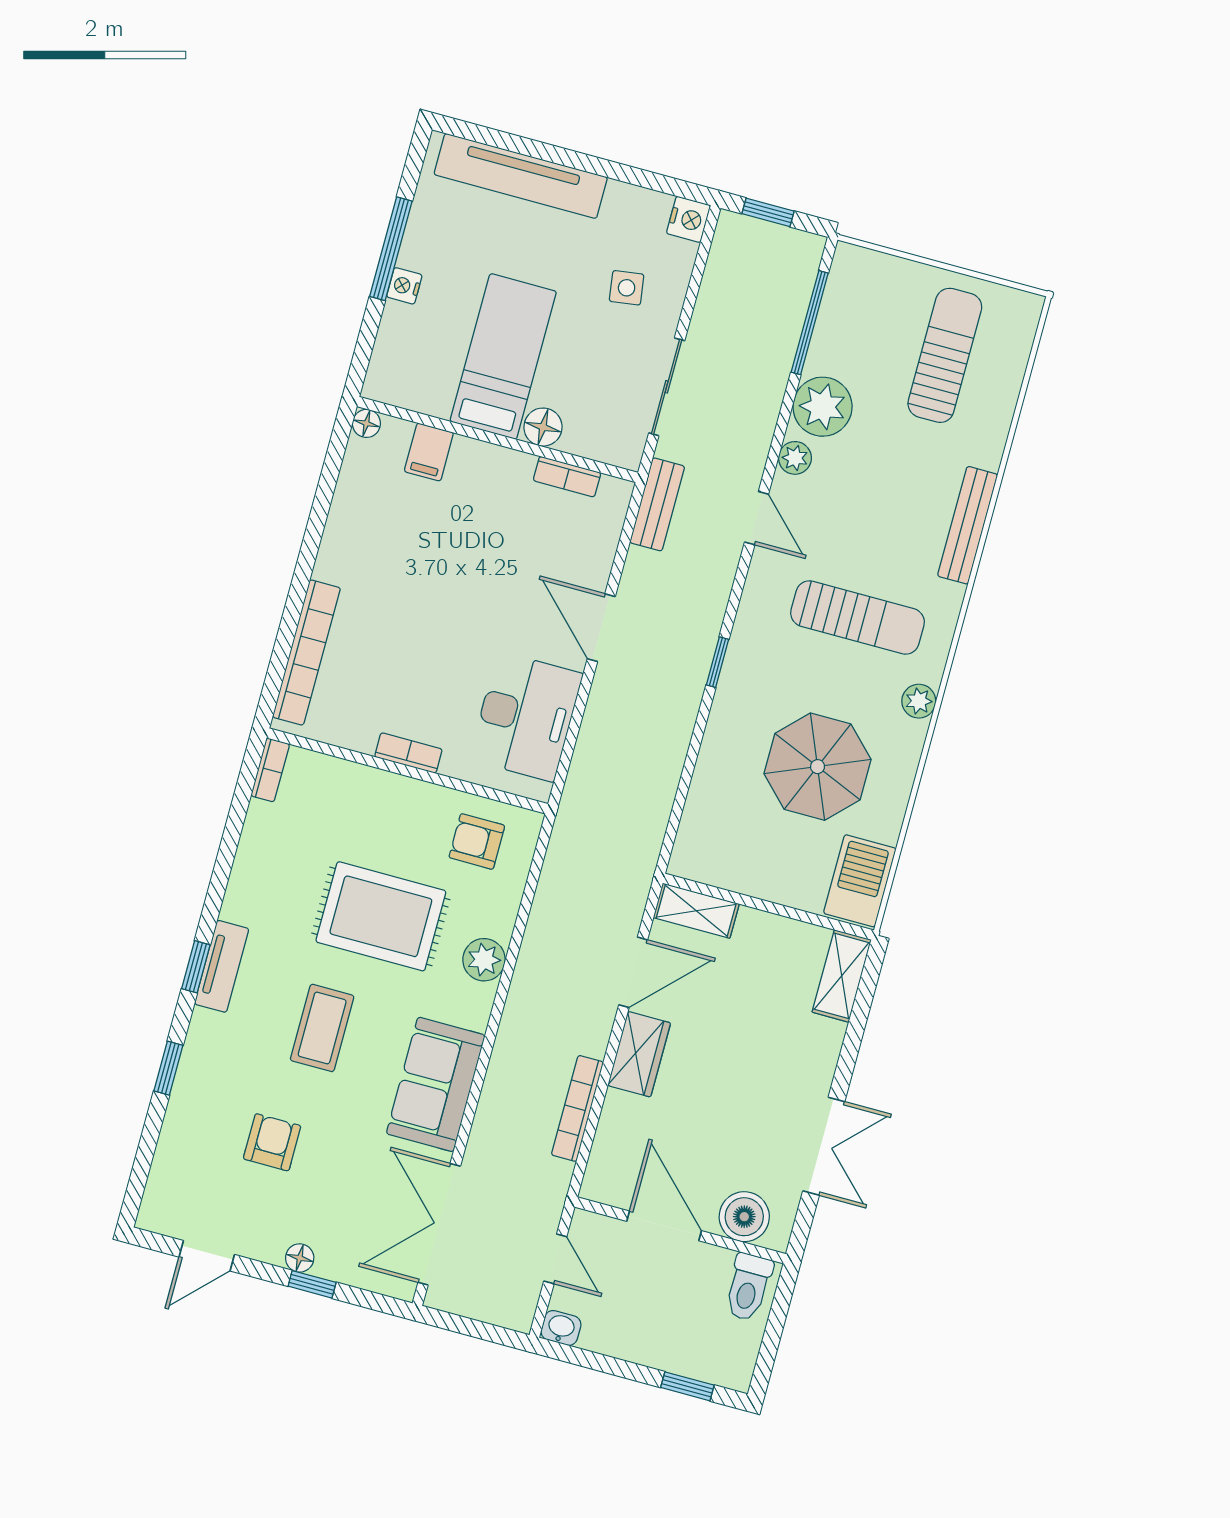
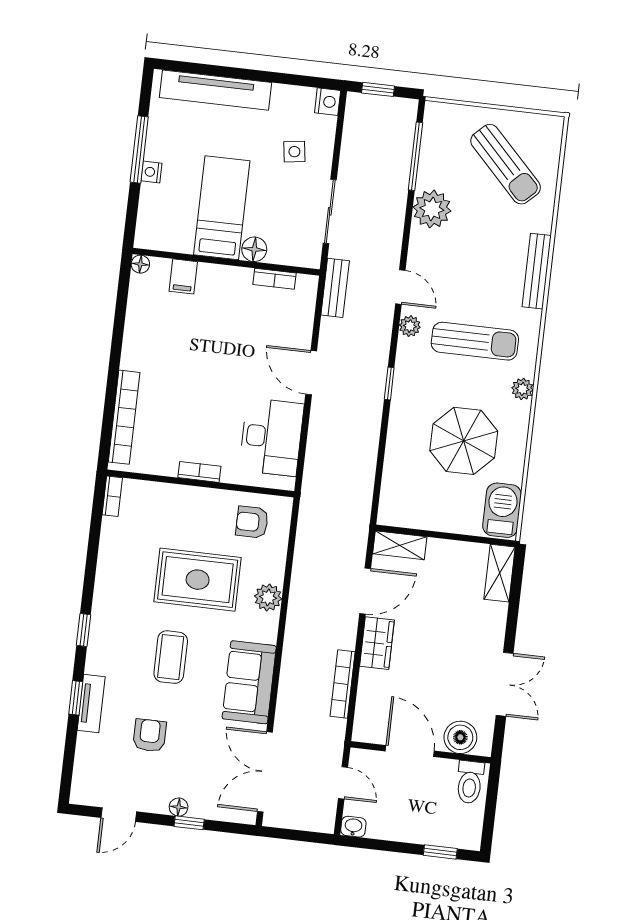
sun lounger: (945, 355) -> (506, 164), turned 136
plant: (795, 458) -> (410, 326), moved
tv unit: (222, 966) -> (91, 704), moved

